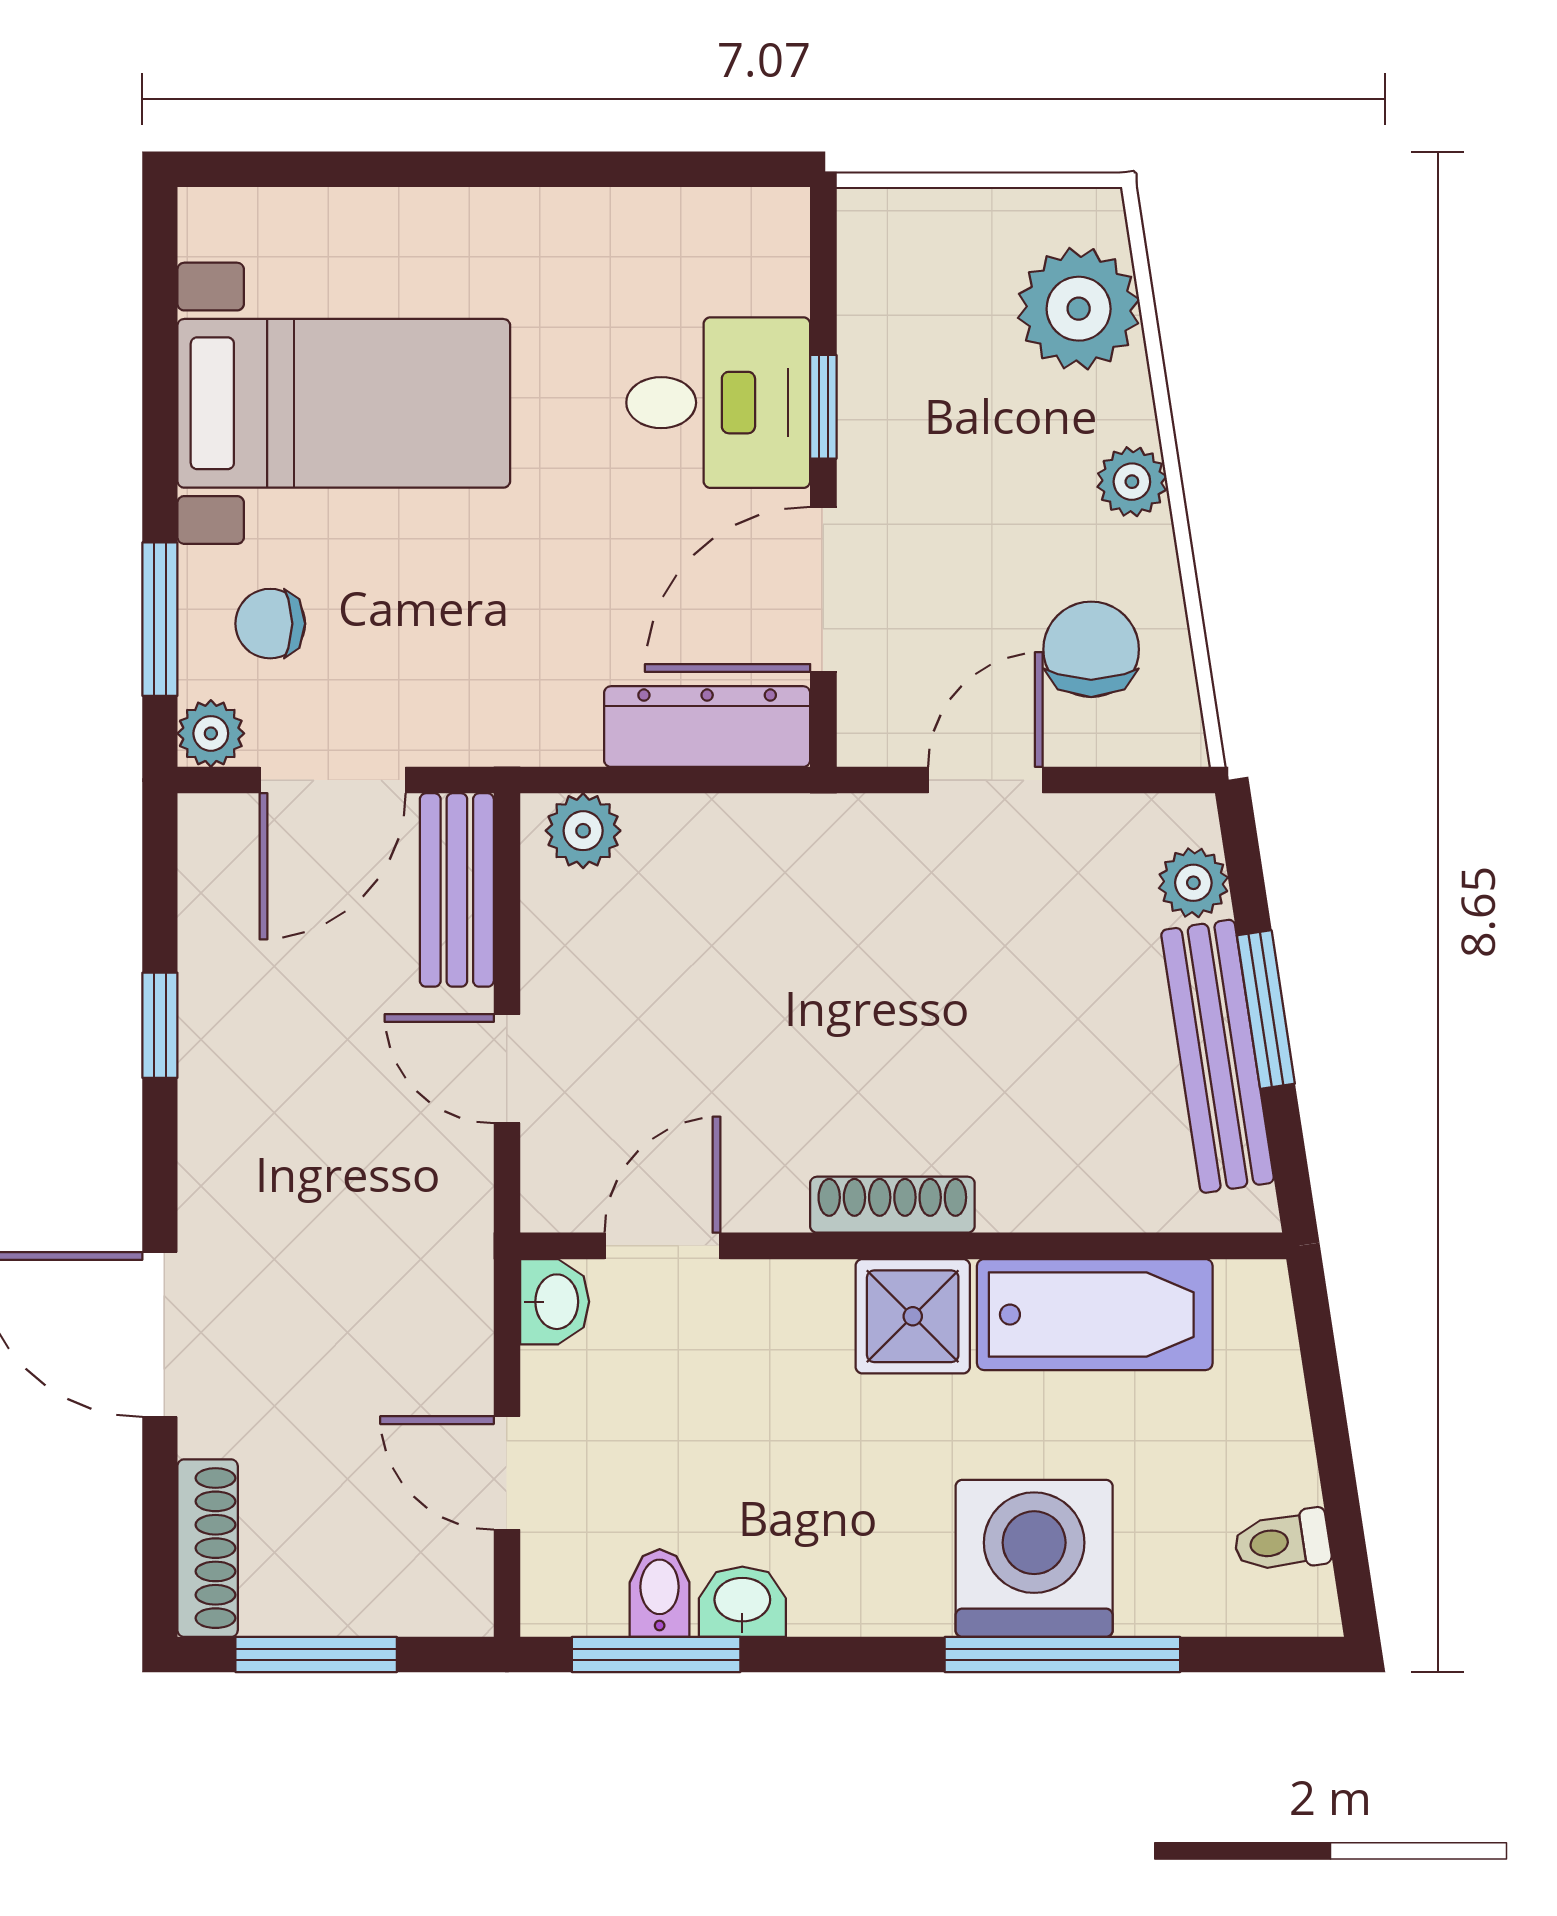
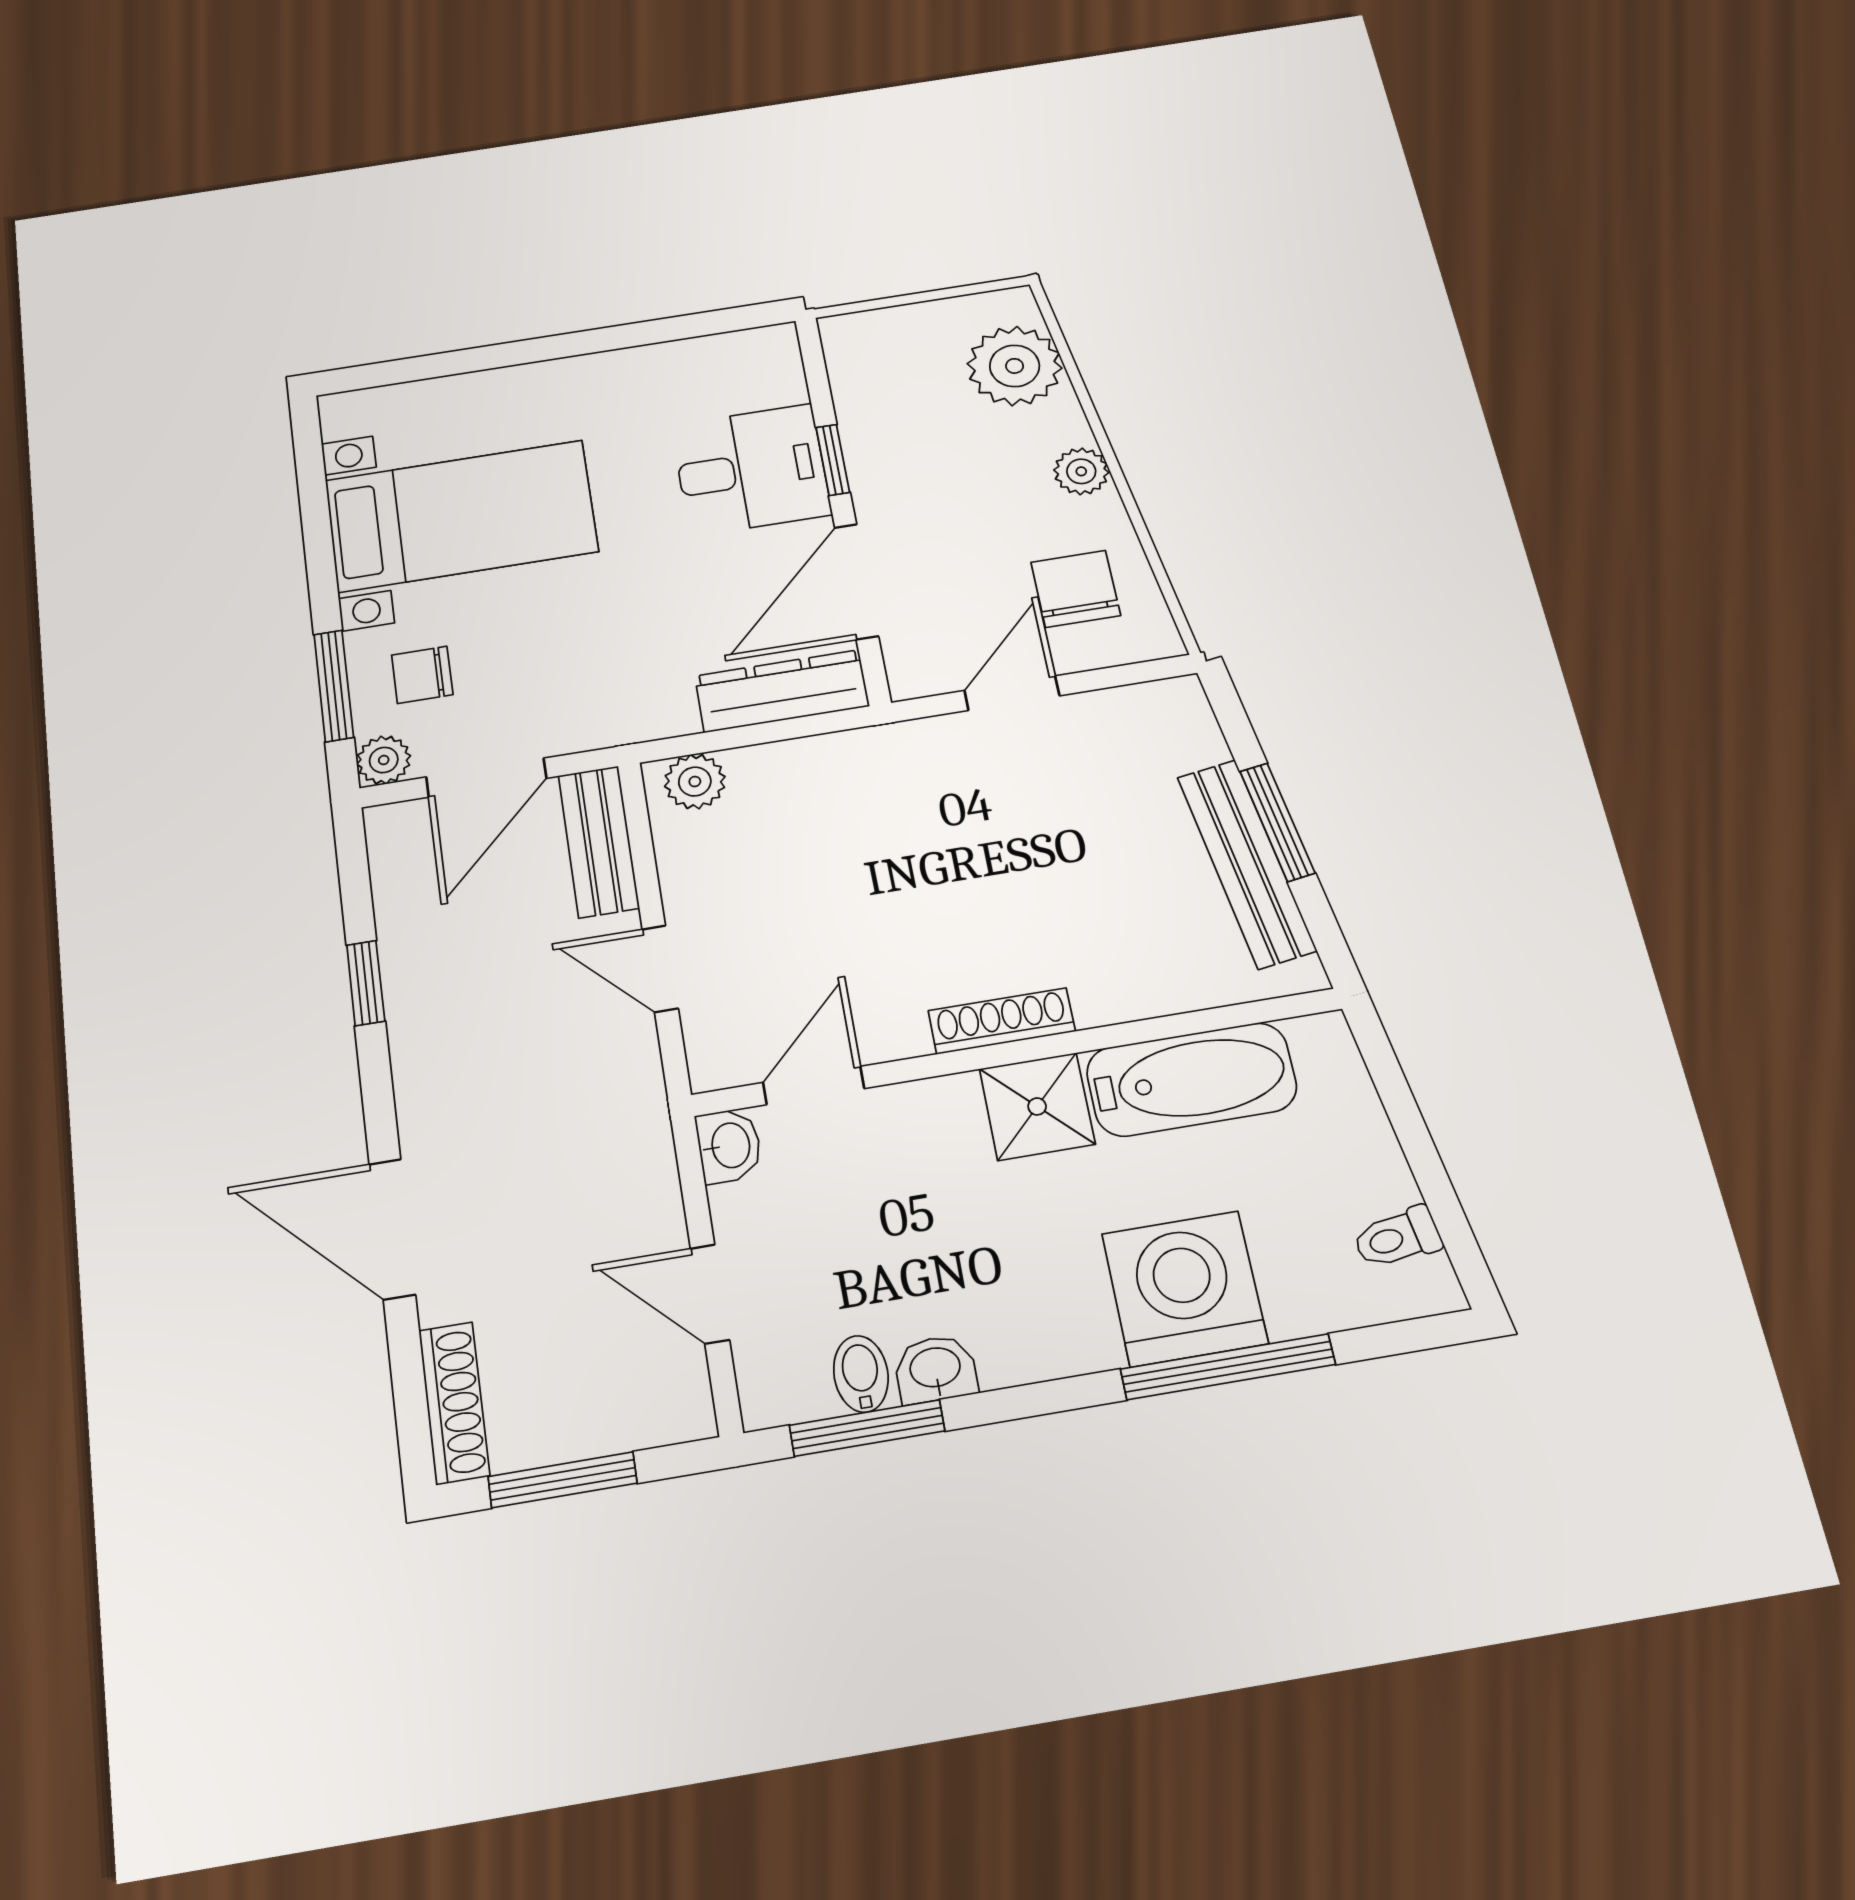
plant: (1193, 883) -> (1196, 739), removed

